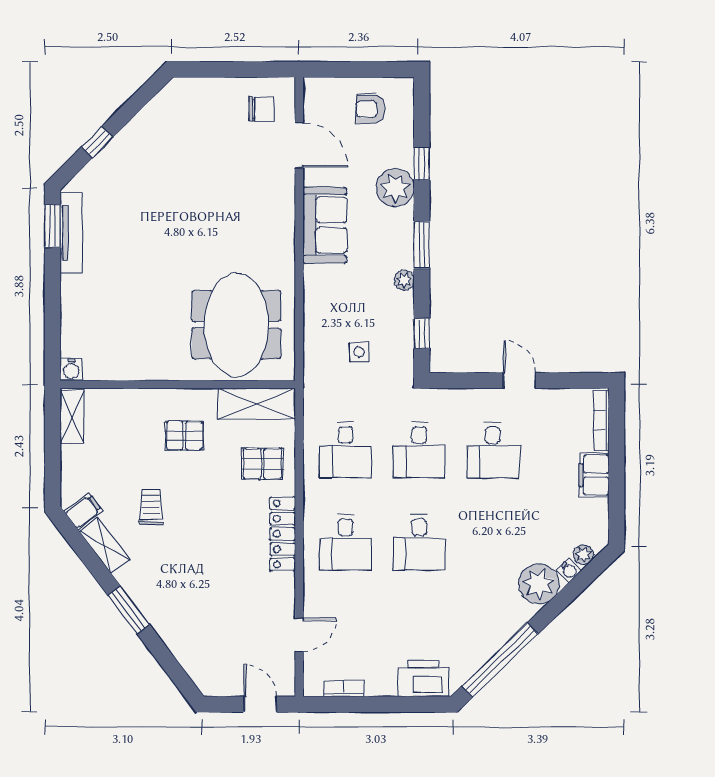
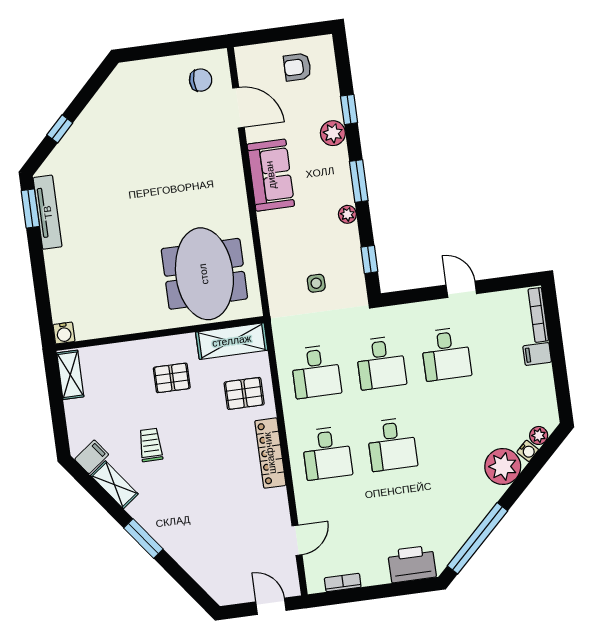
plant: (395, 188) -> (333, 133), width x0.73, depth x0.73
filing cabinet: (594, 475) -> (537, 354), width x0.50

